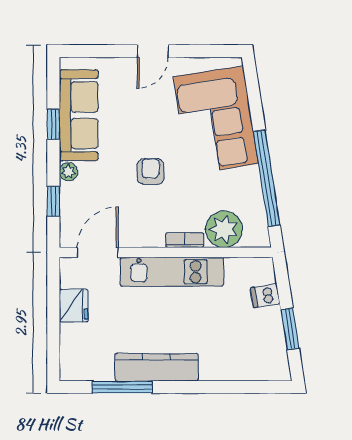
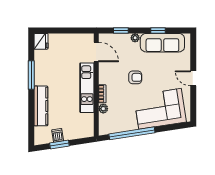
plant: (224, 229) -> (103, 109), width x0.53, depth x0.53
dishwasher: (265, 296) -> (58, 135), moved
fridge: (74, 305) -> (41, 41), moved, turned -90
kitchen counter: (156, 367) -> (41, 106), moved
window: (122, 387) -> (31, 75), moved

